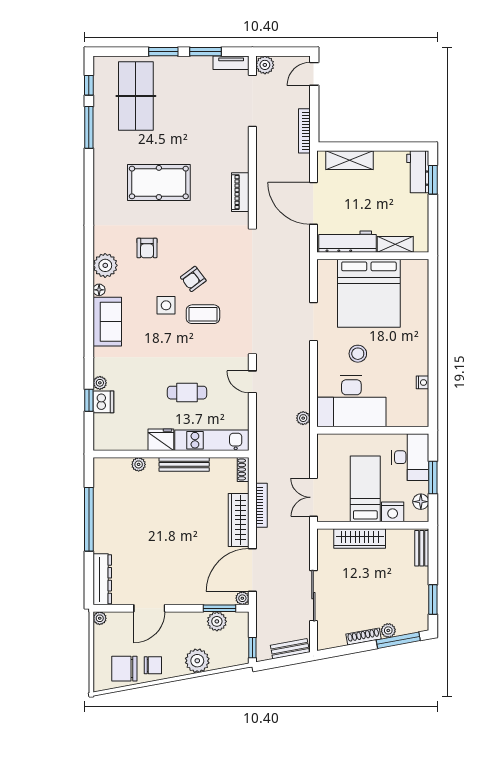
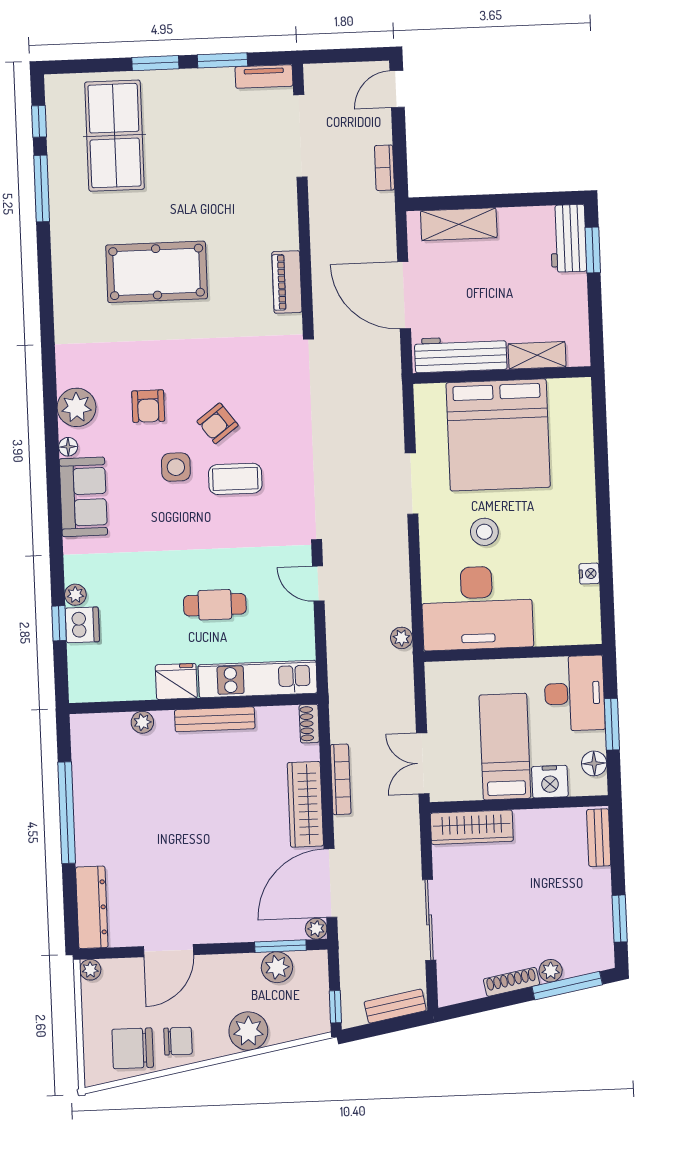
plant: (265, 65) -> (318, 78), removed
bookcase: (304, 131) -> (384, 168), width x0.64
armchair: (147, 248) -> (148, 406), moved
wardrobe: (360, 539) -> (472, 827), moved

